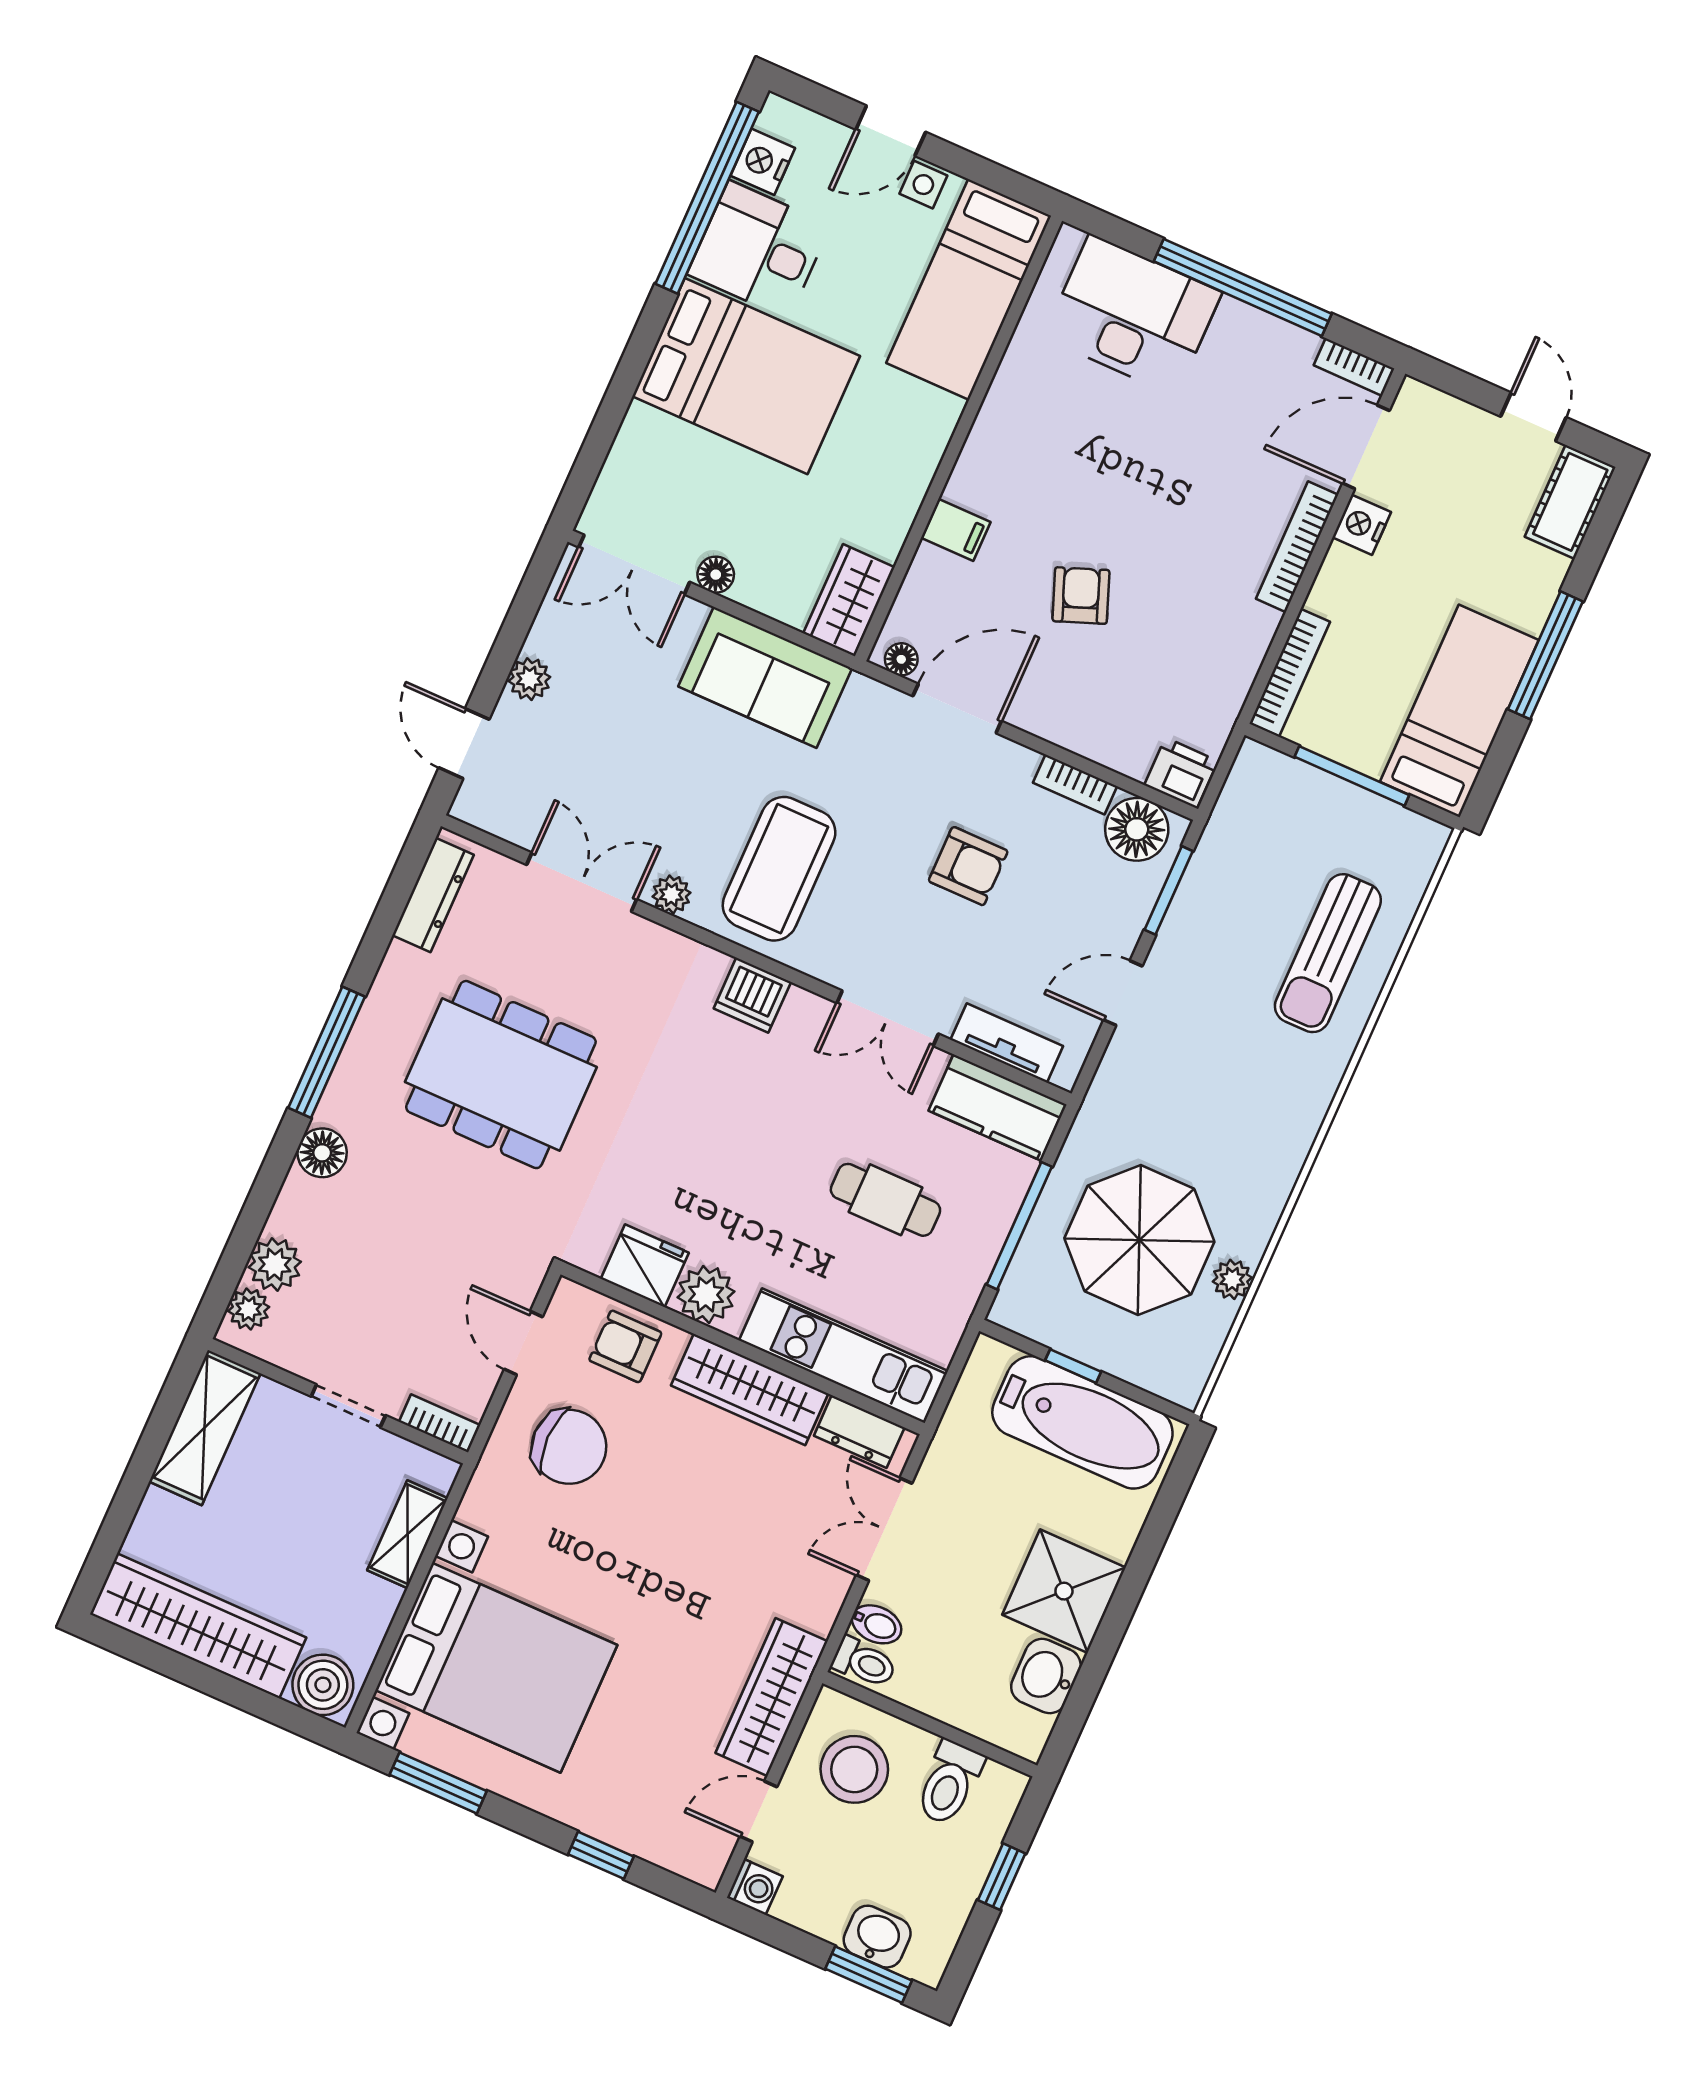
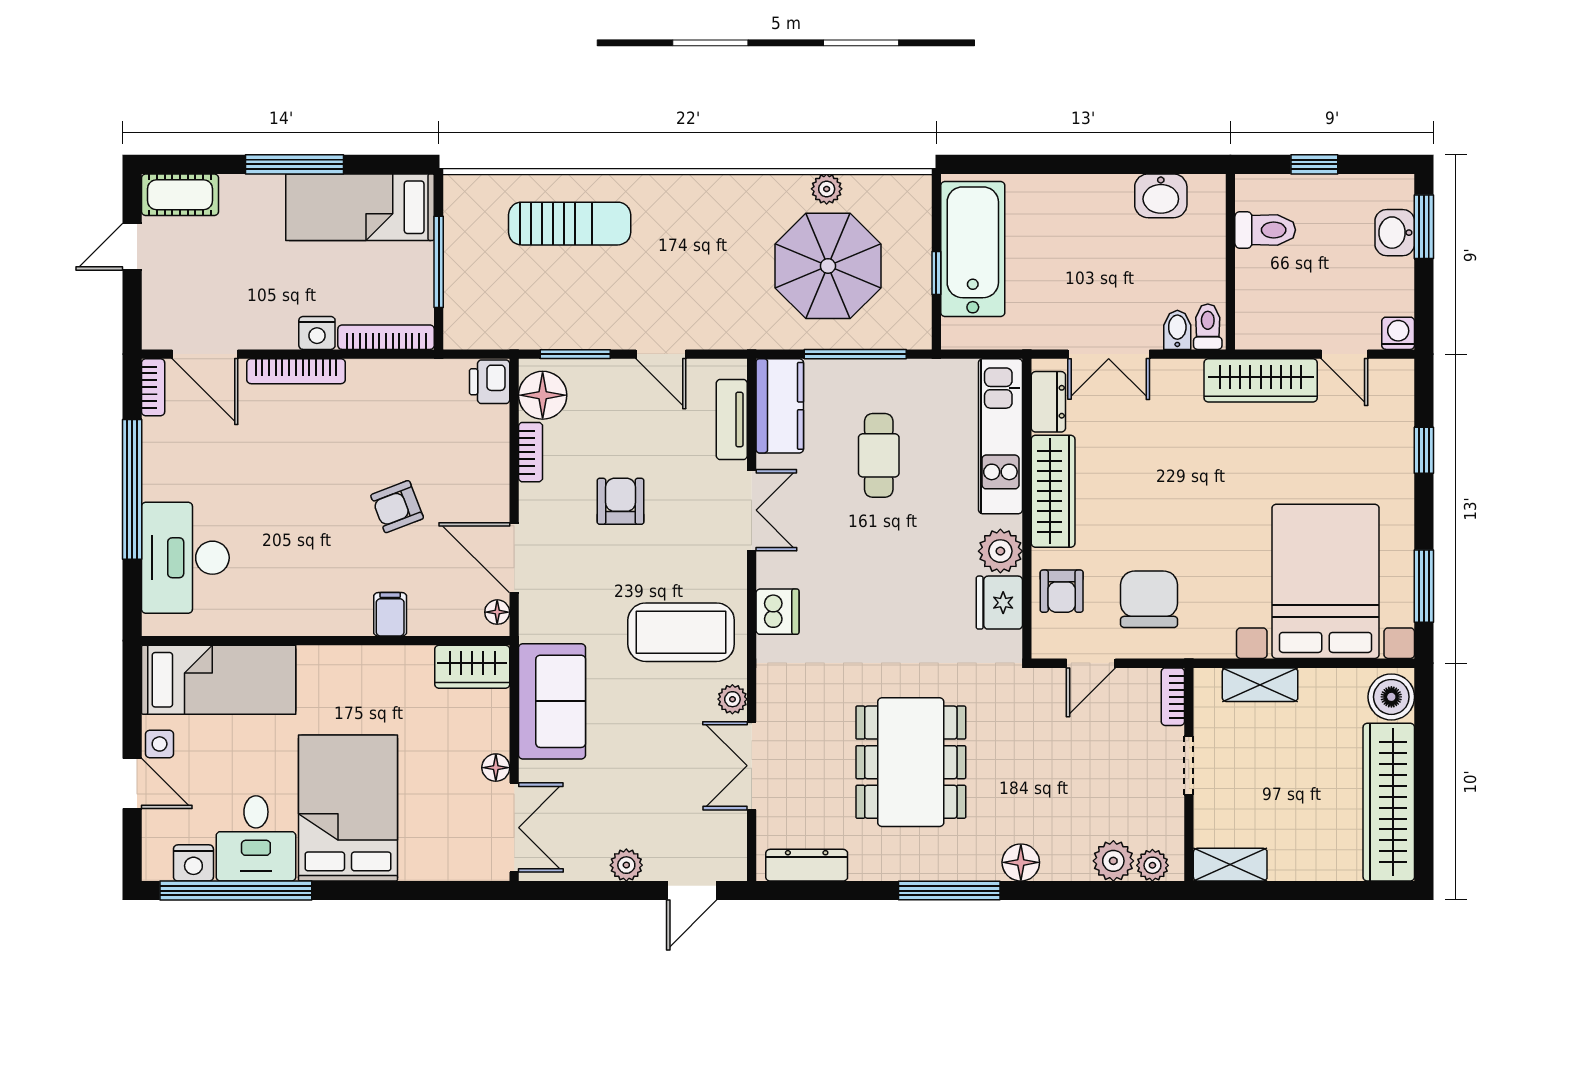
nightstand: (1362, 525) -> (317, 333), moved
shelving: (205, 1427) -> (1230, 865), width x0.67, depth x0.75
shower: (1064, 1591) -> (1096, 210), removed
stool: (854, 1769) -> (1285, 300), removed

